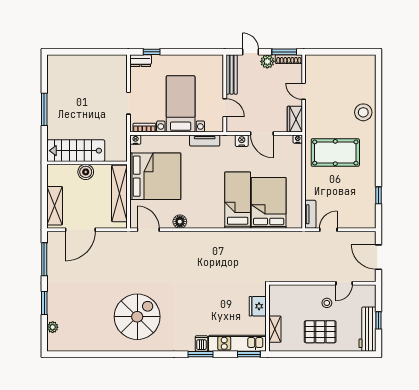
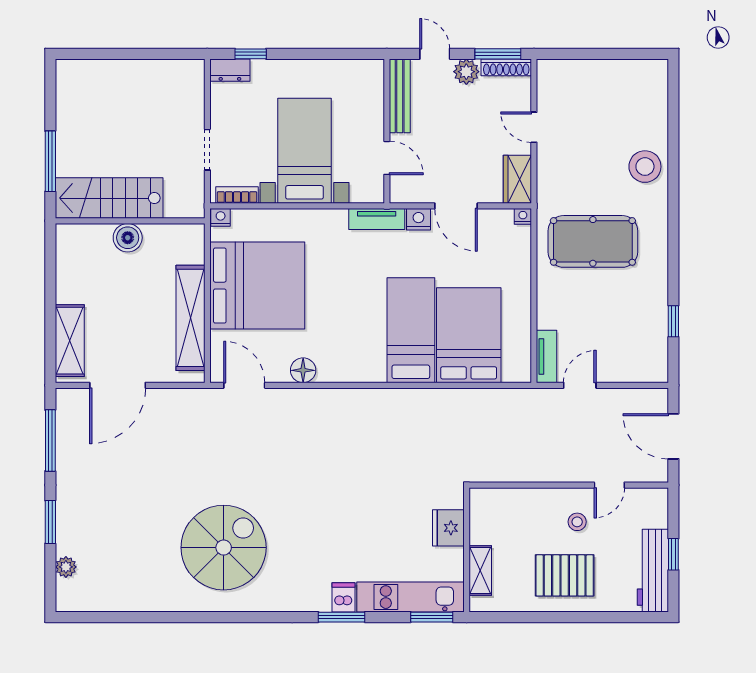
tv unit: (205, 140) -> (377, 219), moved
stairs: (76, 151) -> (109, 198), moved
wall: (87, 163) -> (130, 221), moved
boiler: (86, 172) -> (128, 238), moved

